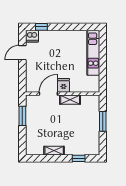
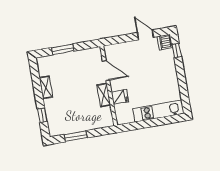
fridge: (63, 85) -> (120, 97), moved
window: (22, 116) -> (63, 49), moved
window: (103, 121) -> (76, 136), moved

